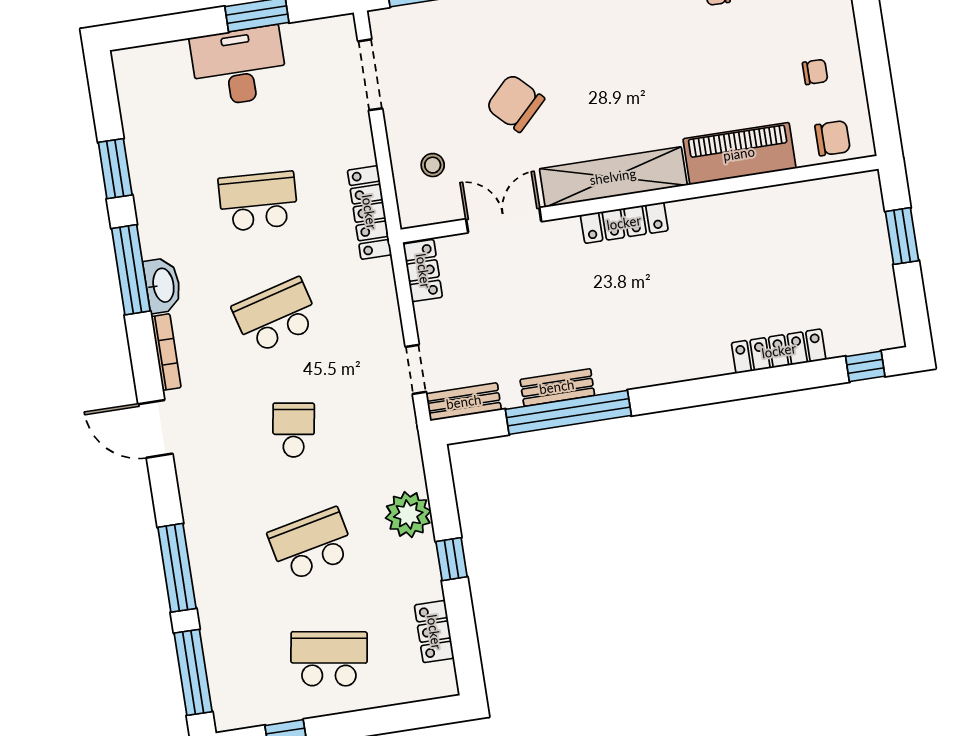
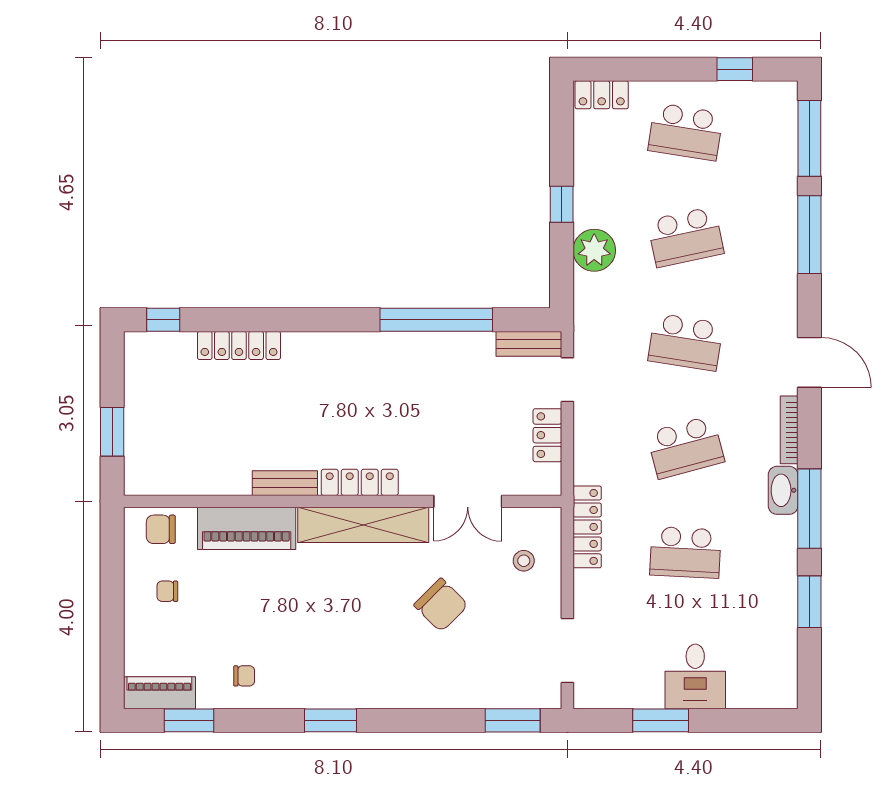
desk: (239, 66) -> (695, 676), width x0.73
locker: (423, 271) -> (547, 435), moved
bench: (557, 387) -> (285, 483), moved
school desk: (294, 430) -> (685, 342), width x1.85
locker: (434, 632) -> (602, 95), moved, turned 90

